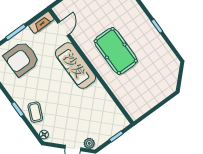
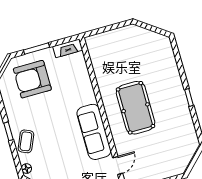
door: (64, 28) -> (118, 166), moved
sofa: (75, 65) -> (94, 132), moved

